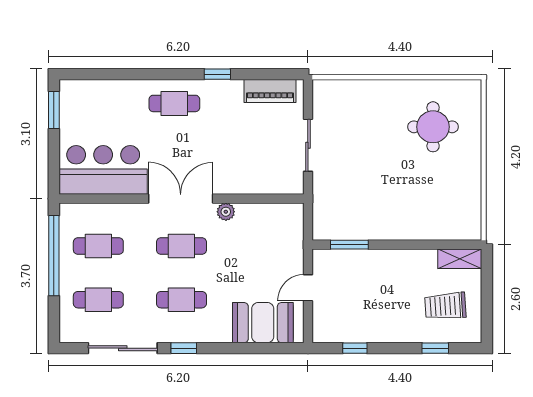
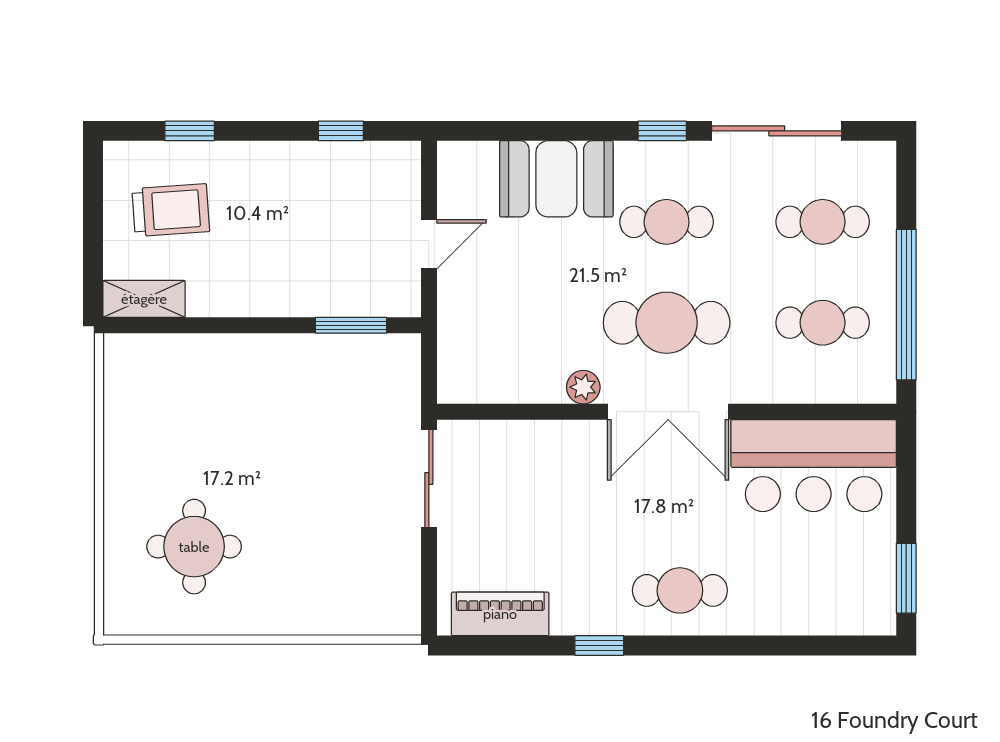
sliding door: (308, 145) -> (429, 478), moved
cafe table: (181, 246) -> (667, 323), width x1.37, depth x1.35
booth: (263, 323) -> (556, 179), moved

